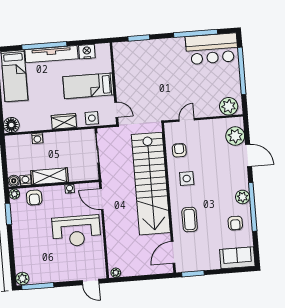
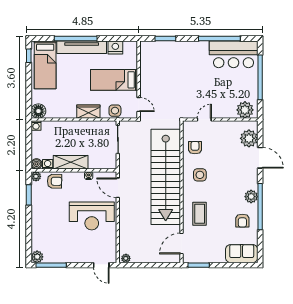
washing machine: (37, 138) -> (36, 125), moved
armchair: (34, 198) -> (55, 181), turned -89

